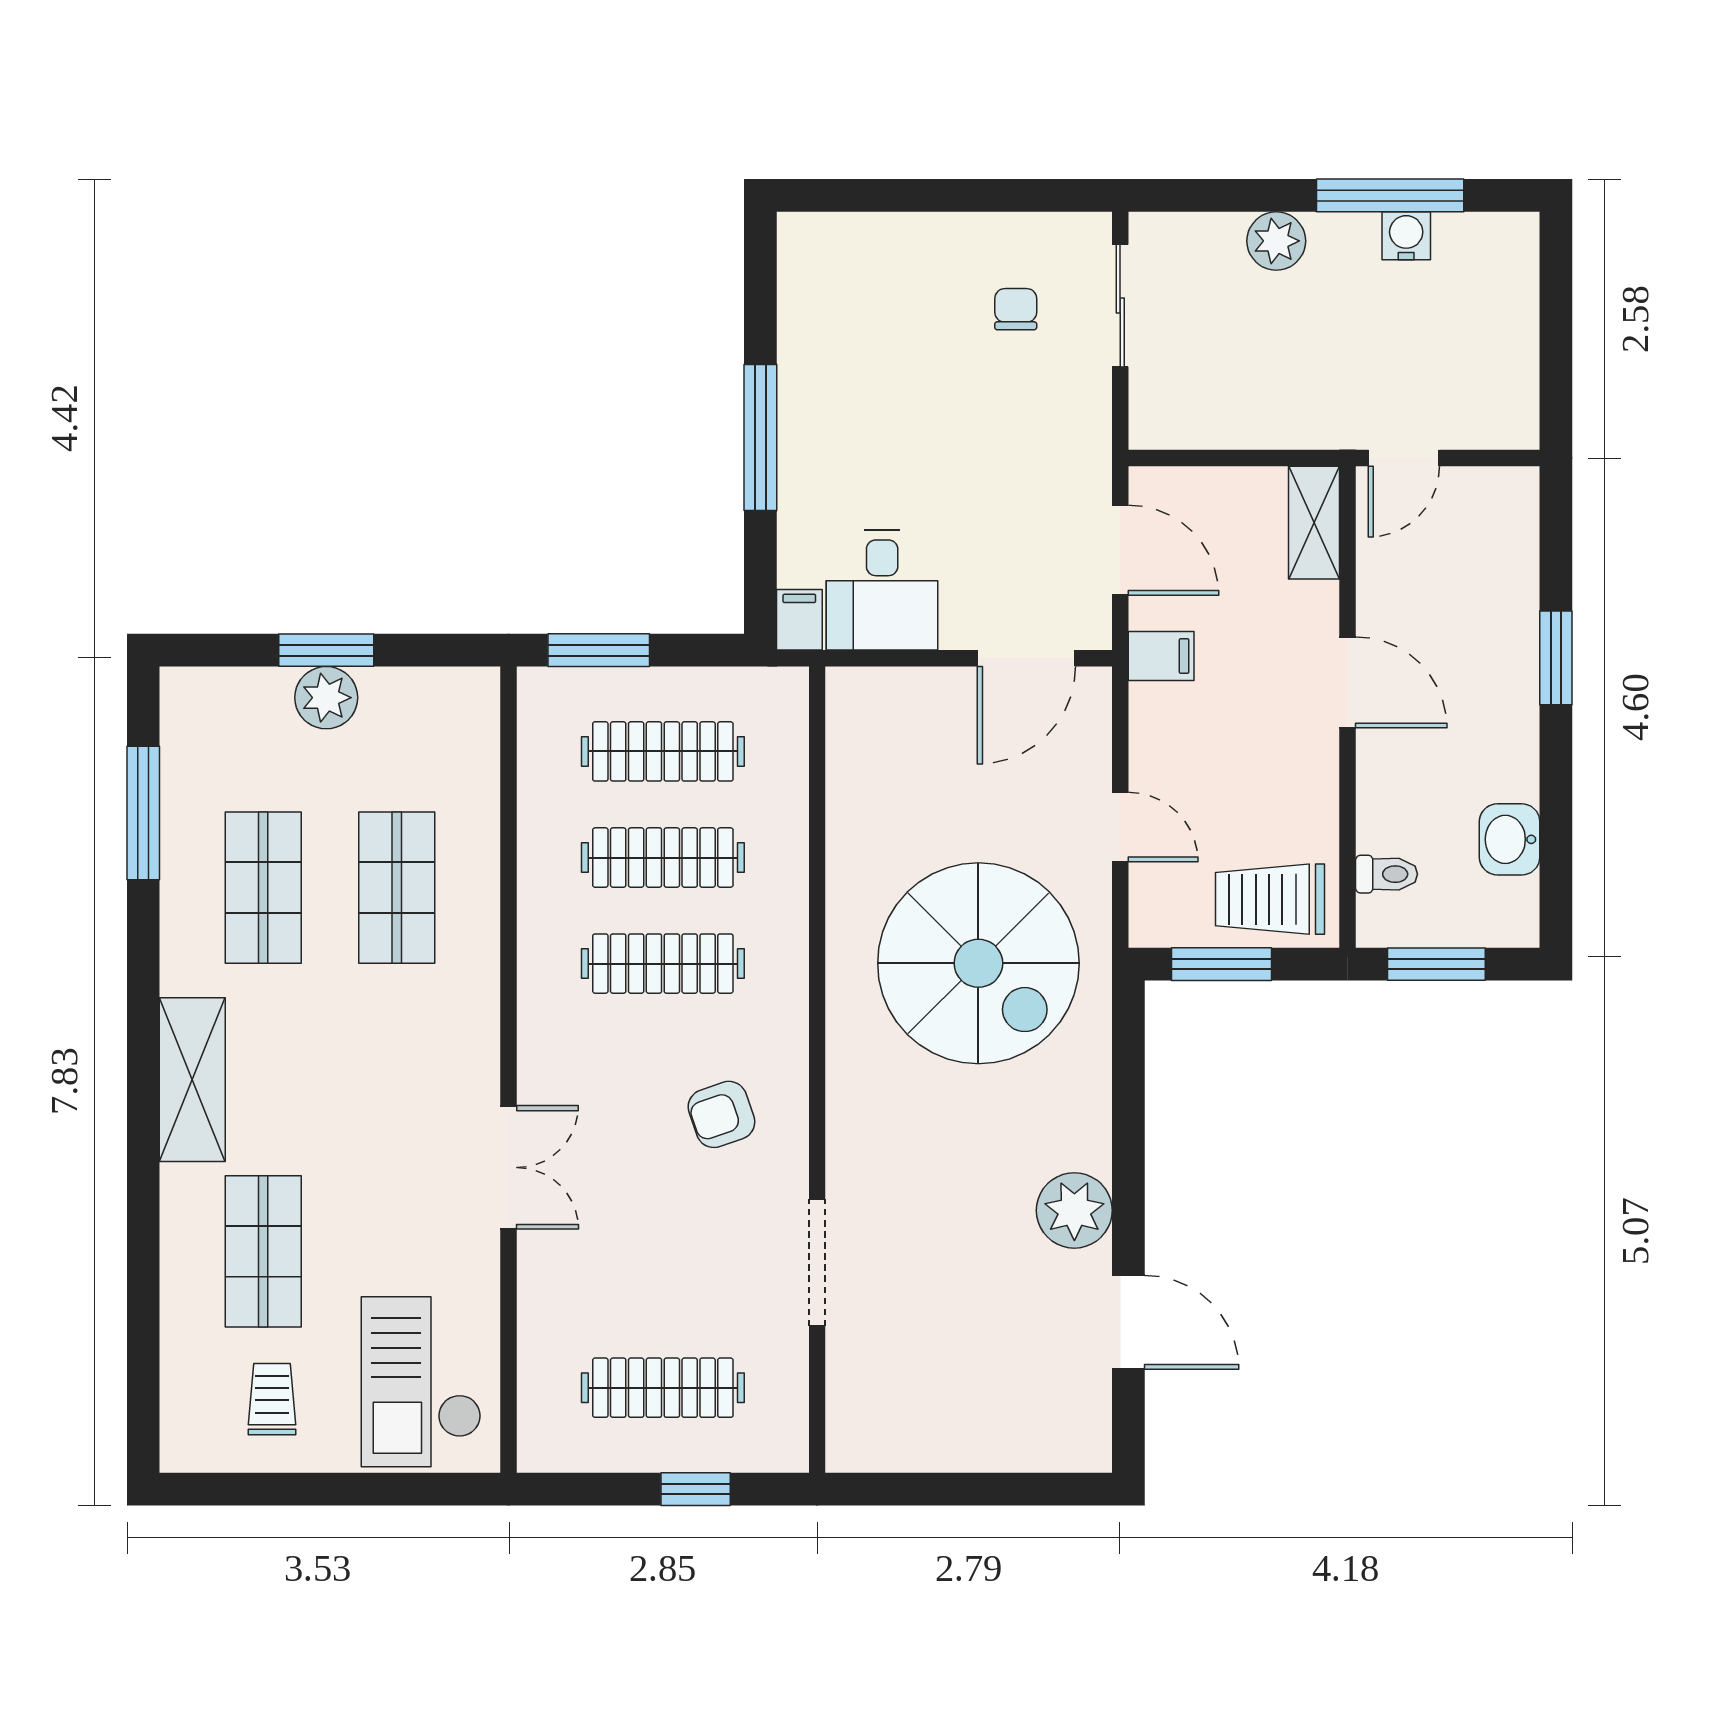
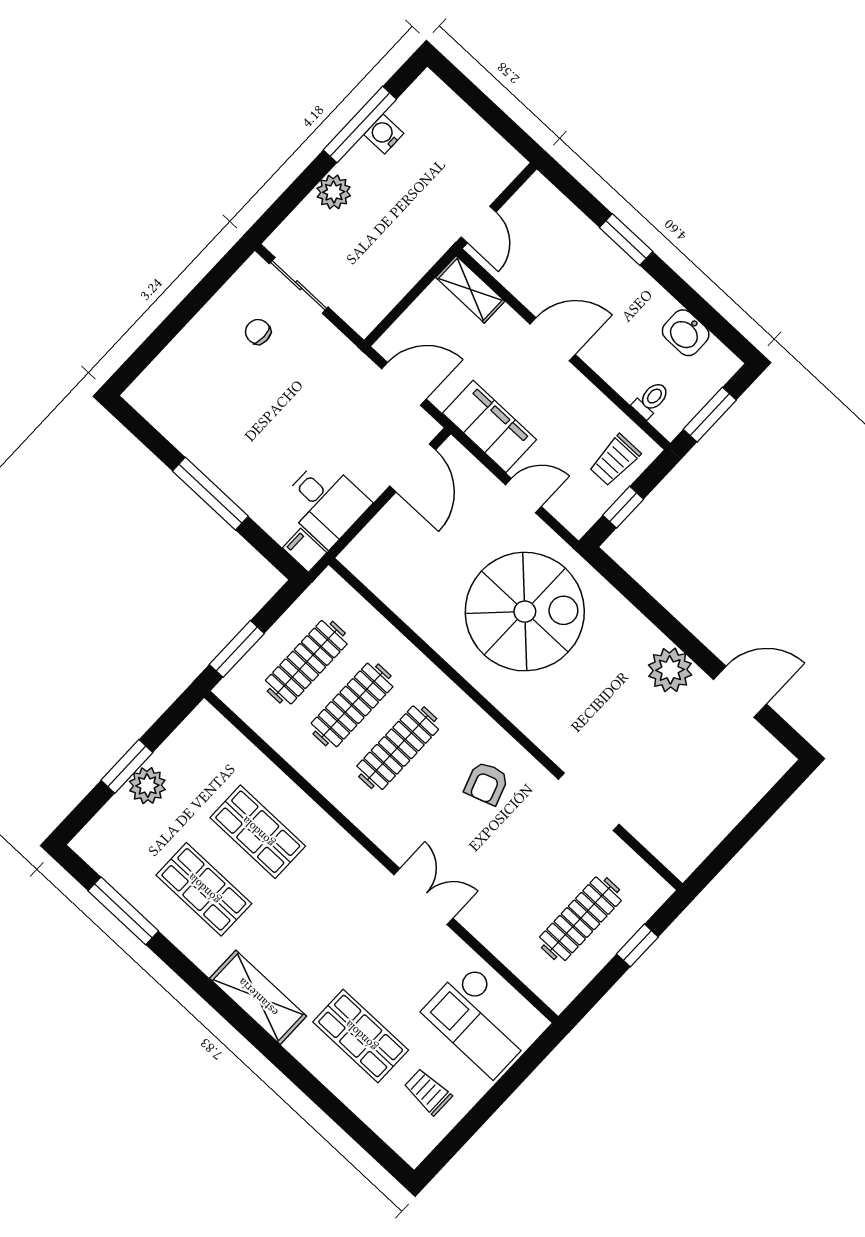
filing cabinet: (1161, 656) -> (489, 426), width x3.00, depth x1.17
trolley: (1270, 899) -> (615, 460), width x0.73, depth x0.72
window: (1221, 964) -> (623, 507), width x0.67

